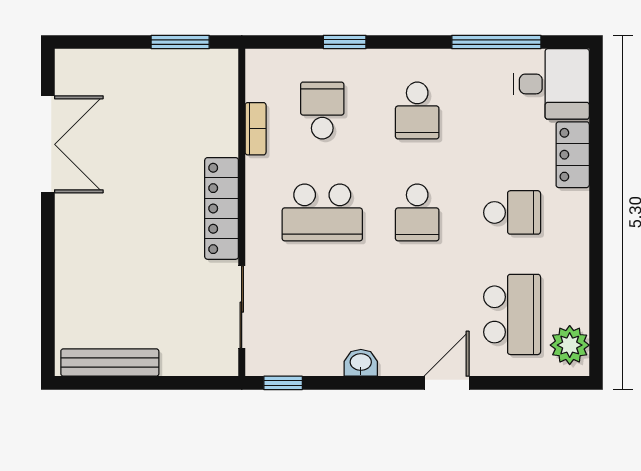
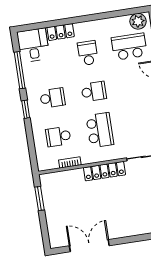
window: (345, 42) -> (26, 109), moved

